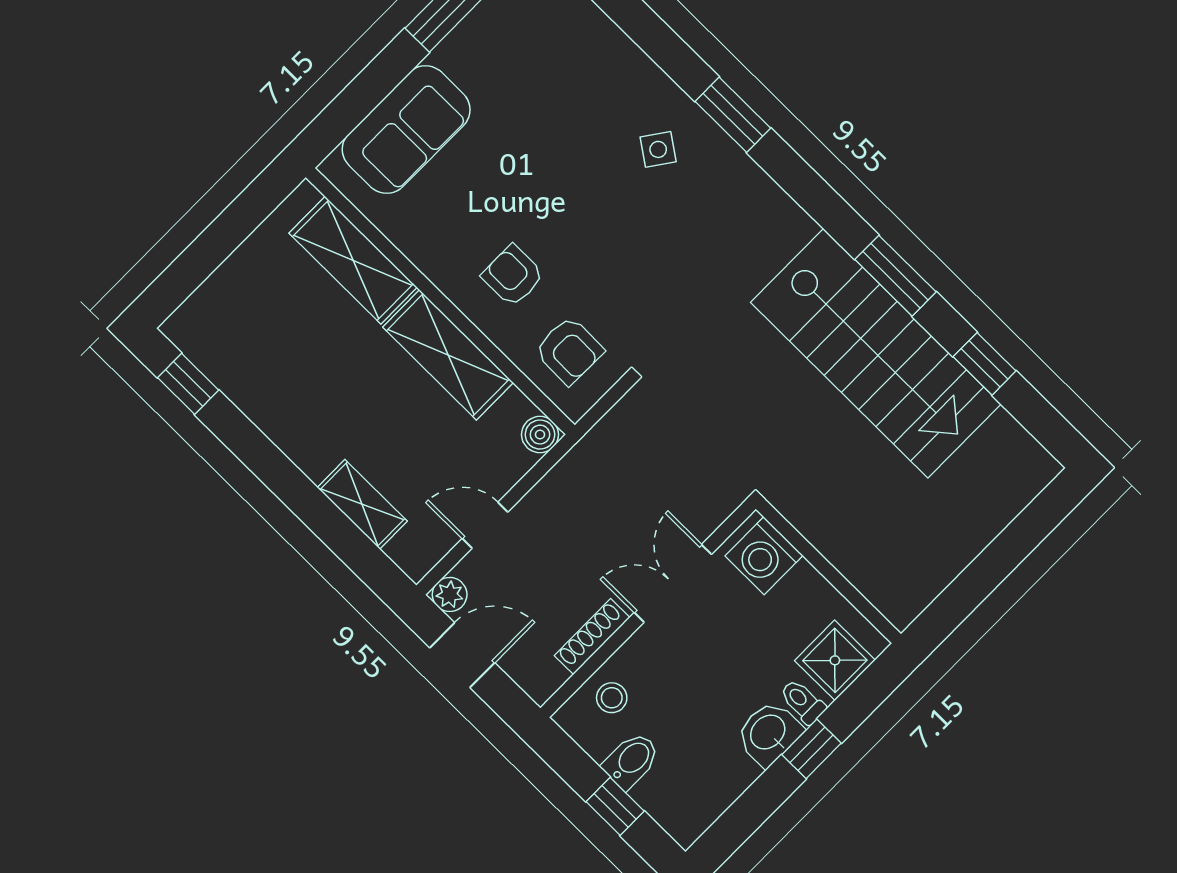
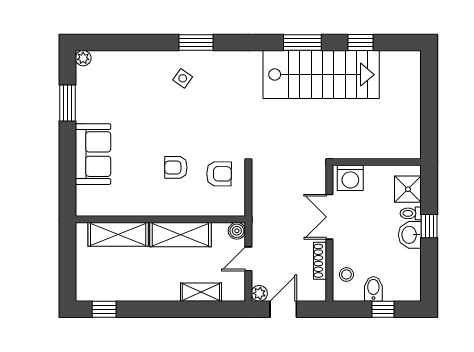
shelving: (353, 260) -> (118, 234), moved
wall: (440, 301) -> (160, 219), moved
shelving: (448, 355) -> (180, 235), moved
boiler: (540, 435) -> (237, 231), moved

